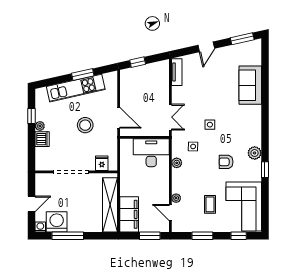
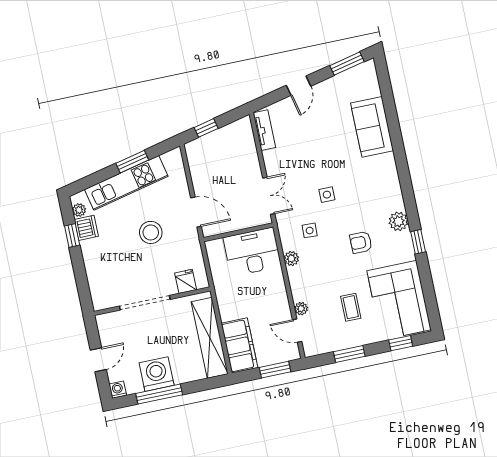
plant: (40, 126) -> (79, 210), moved
dishwasher: (42, 139) -> (86, 228), moved
washing machine: (57, 222) -> (157, 374), moved

